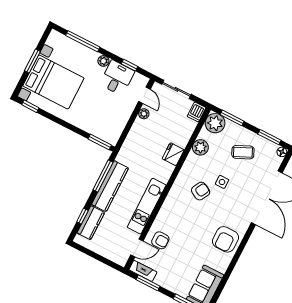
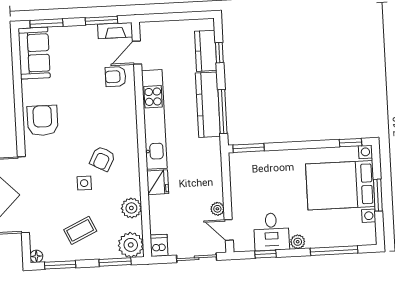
kitchen unit: (147, 206) -> (154, 119), width x1.36

